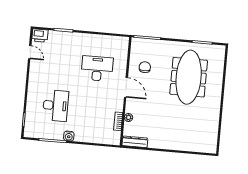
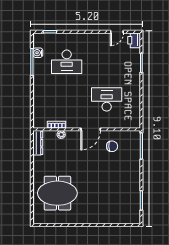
desk: (97, 69) -> (107, 99), turned -90
meeting table: (189, 77) -> (57, 193), moved, width x0.73
water cooler: (69, 136) -> (38, 53), moved

